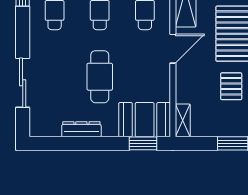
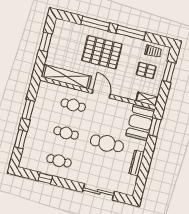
pallet: (231, 86) -> (146, 70), moved

